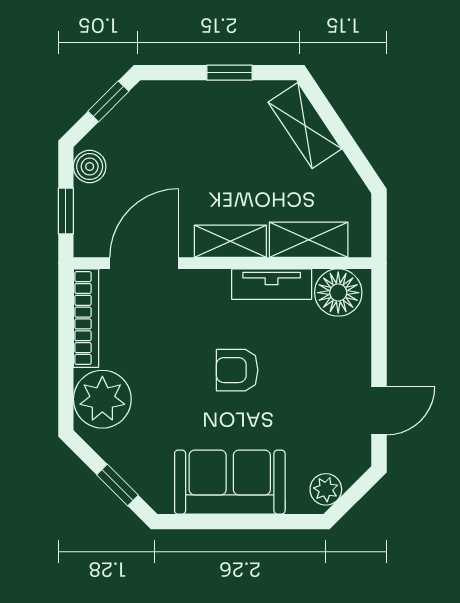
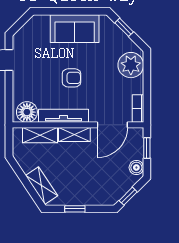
tv unit: (272, 284) -> (63, 116), width x1.41
bookcase: (86, 318) -> (138, 109), width x0.64
plant: (326, 489) -> (32, 25), removed

